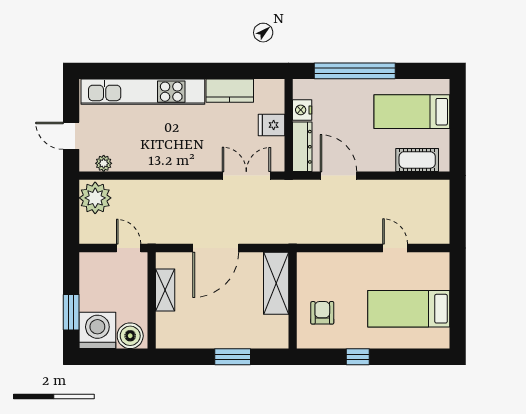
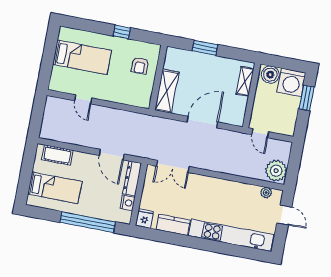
fridge: (271, 125) -> (145, 219), moved, turned -90
shelving: (165, 290) -> (245, 81), moved

